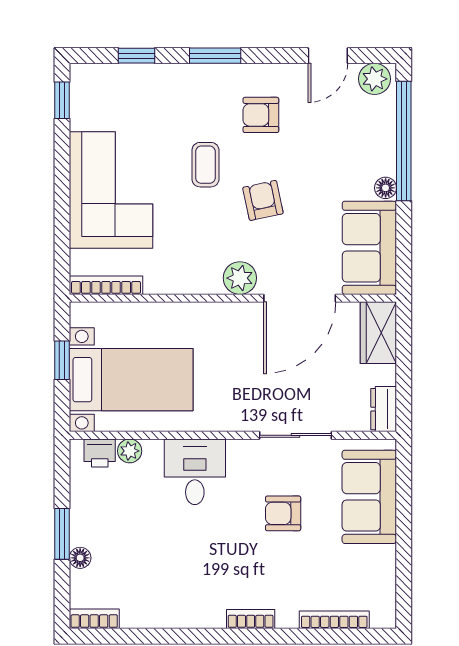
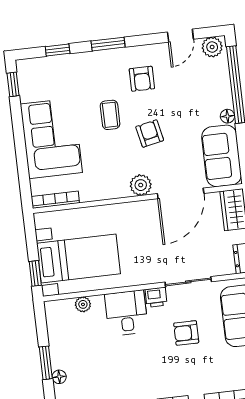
armchair: (261, 115) -> (142, 79), turned -90
window: (62, 360) -> (35, 273), moved
printer: (100, 453) -> (156, 297), moved

